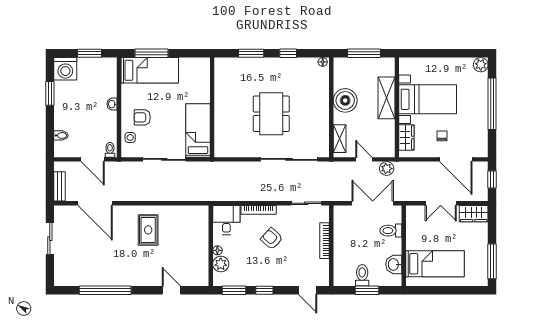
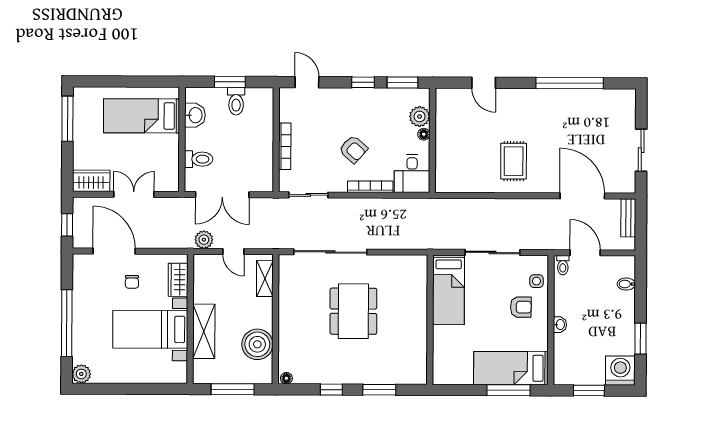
boiler: (345, 100) -> (257, 344), moved

